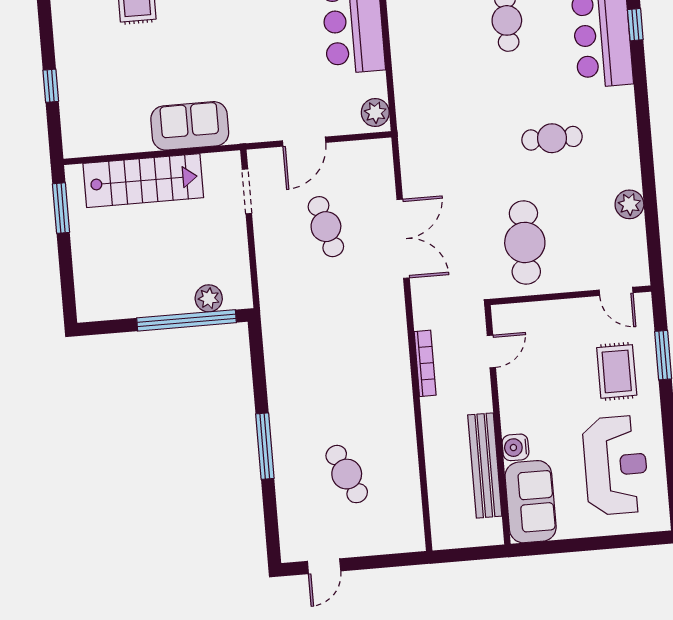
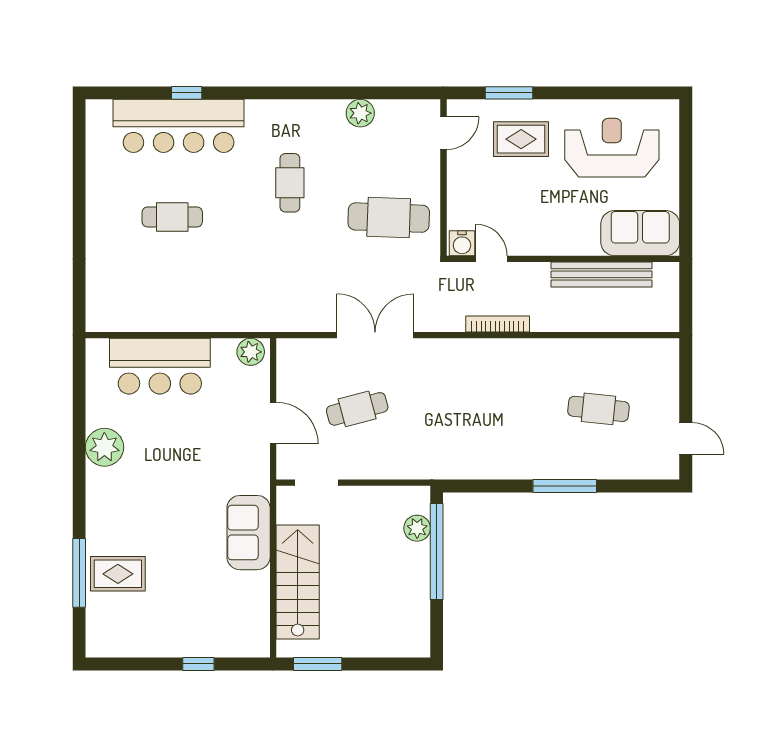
water cooler: (515, 447) -> (462, 243), moved
cafe table: (347, 474) -> (598, 409), turned 30

